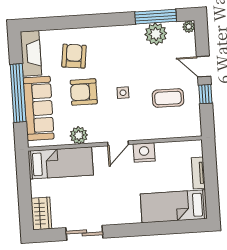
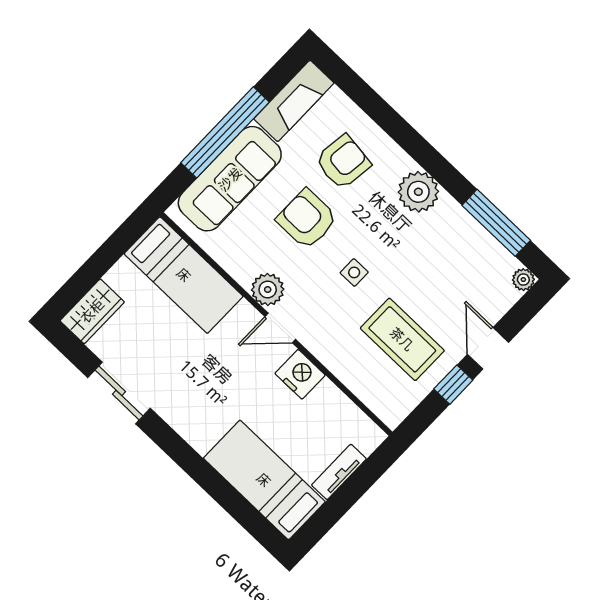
plant: (156, 34) -> (418, 192), moved
coffee table: (168, 98) -> (402, 339), width x1.36, depth x1.32
plant: (79, 135) -> (268, 290), moved

